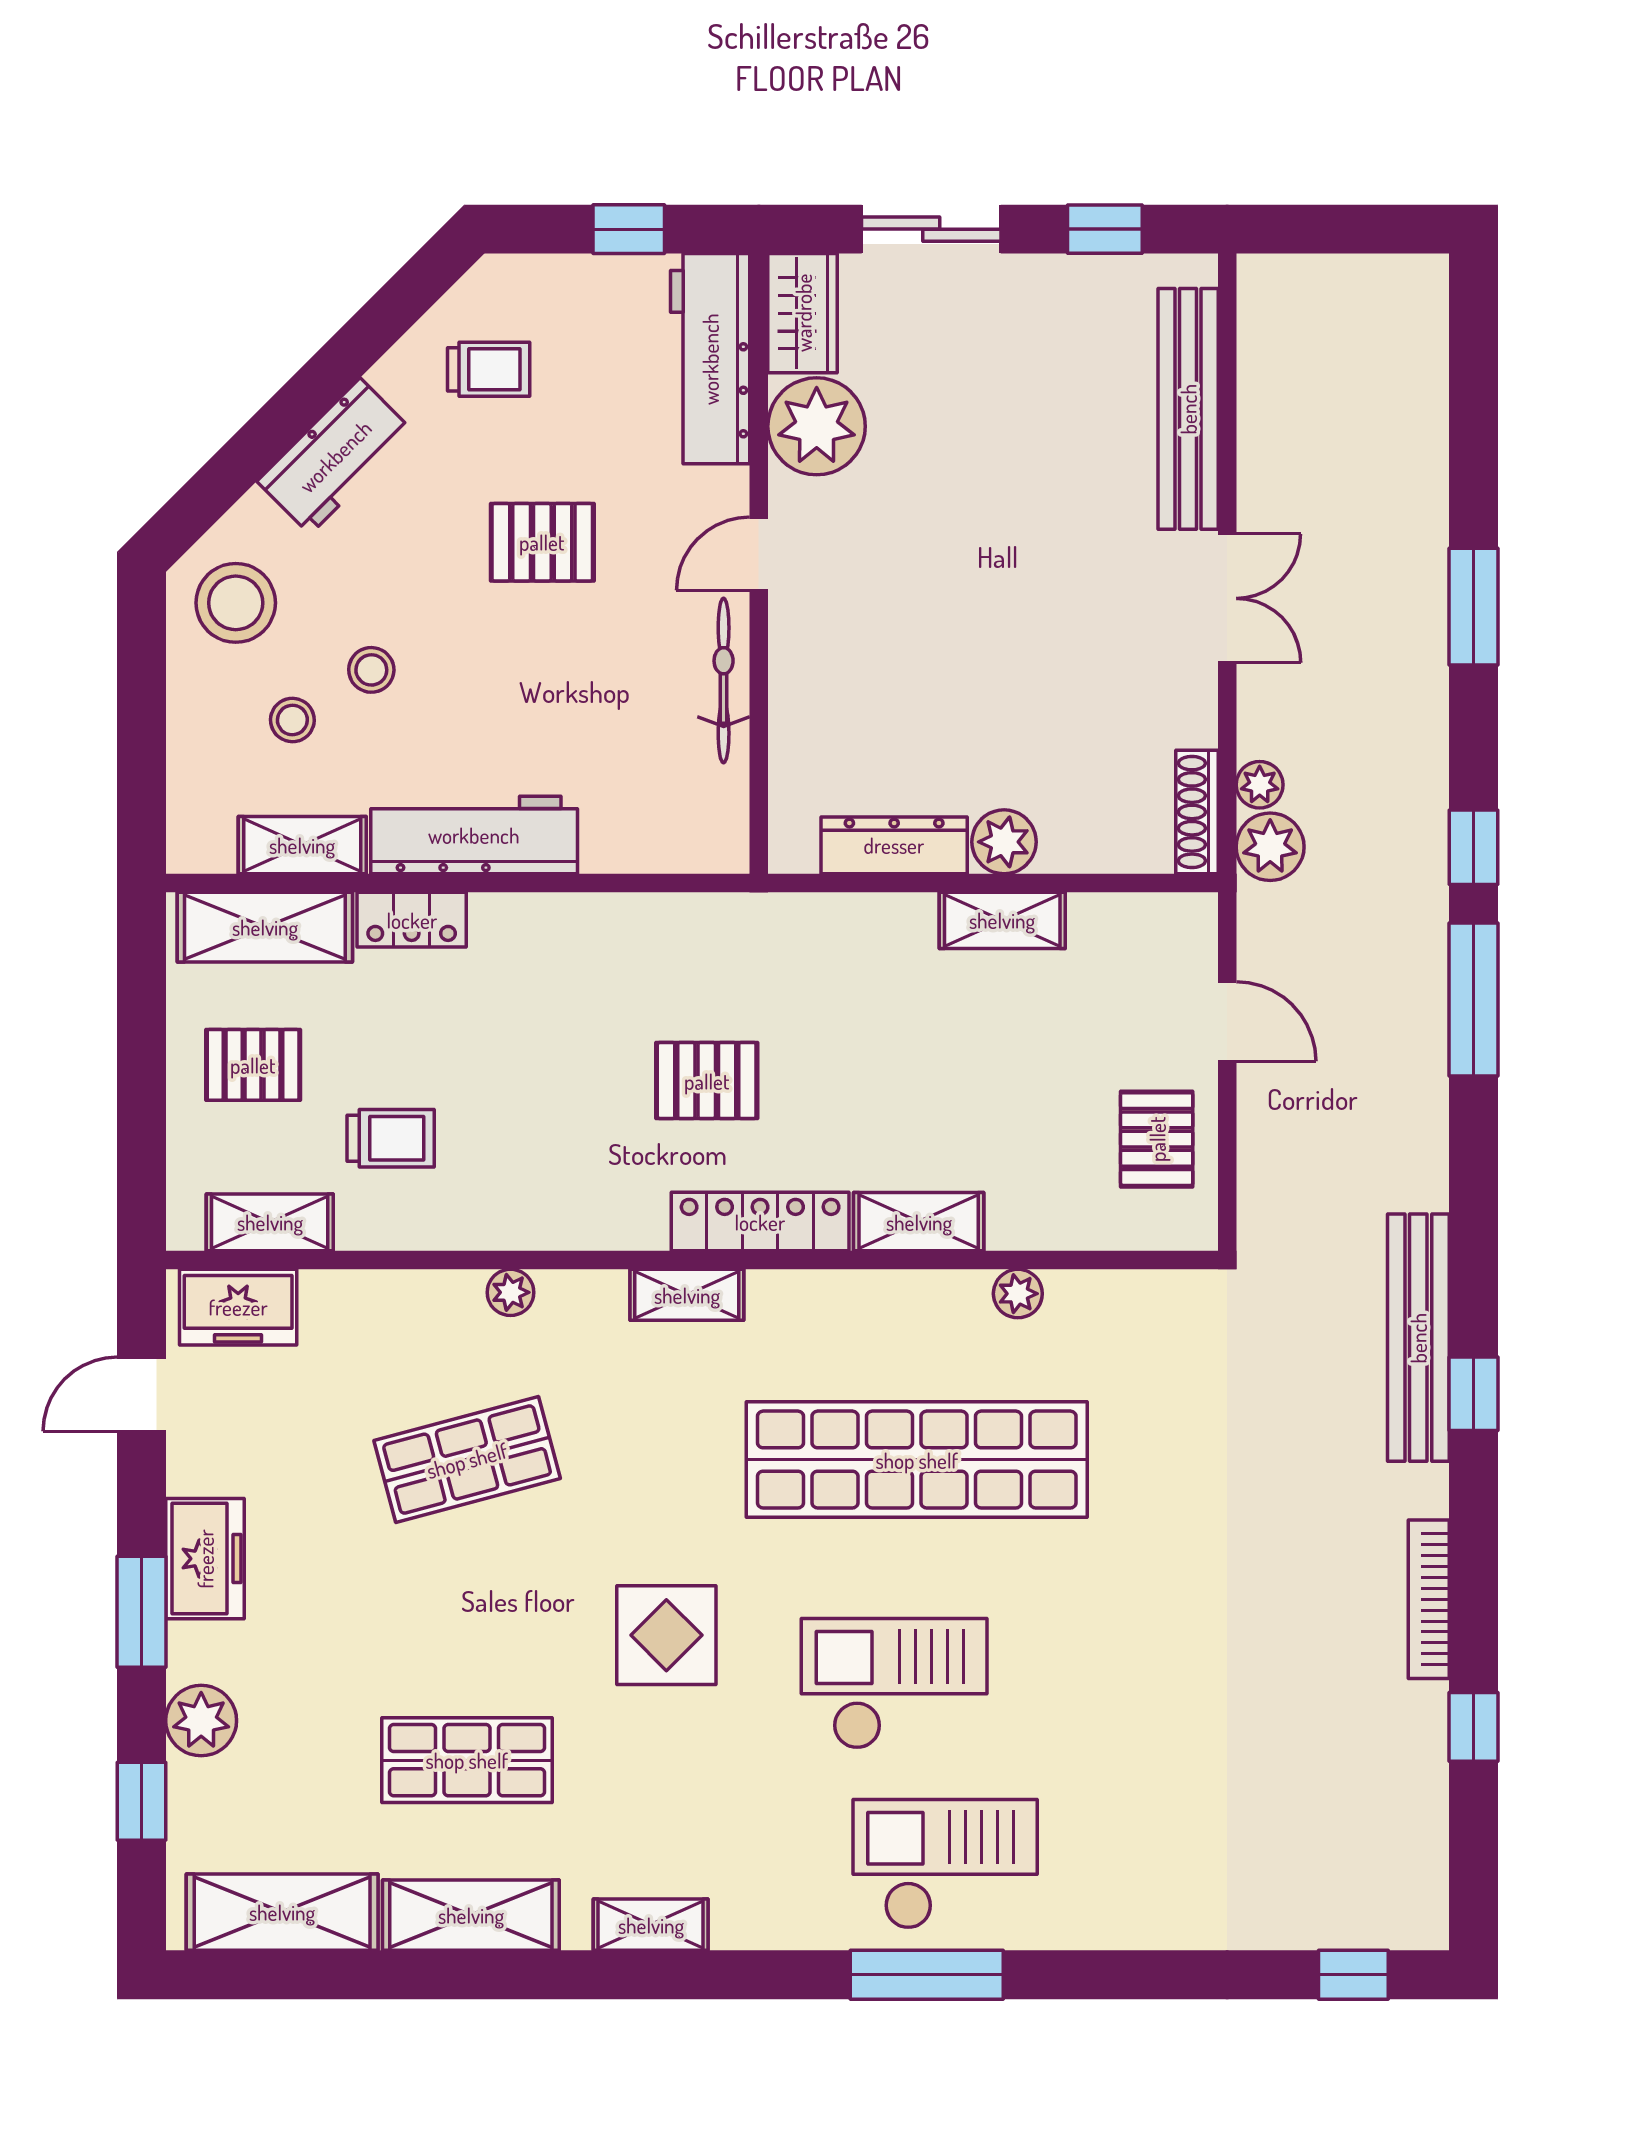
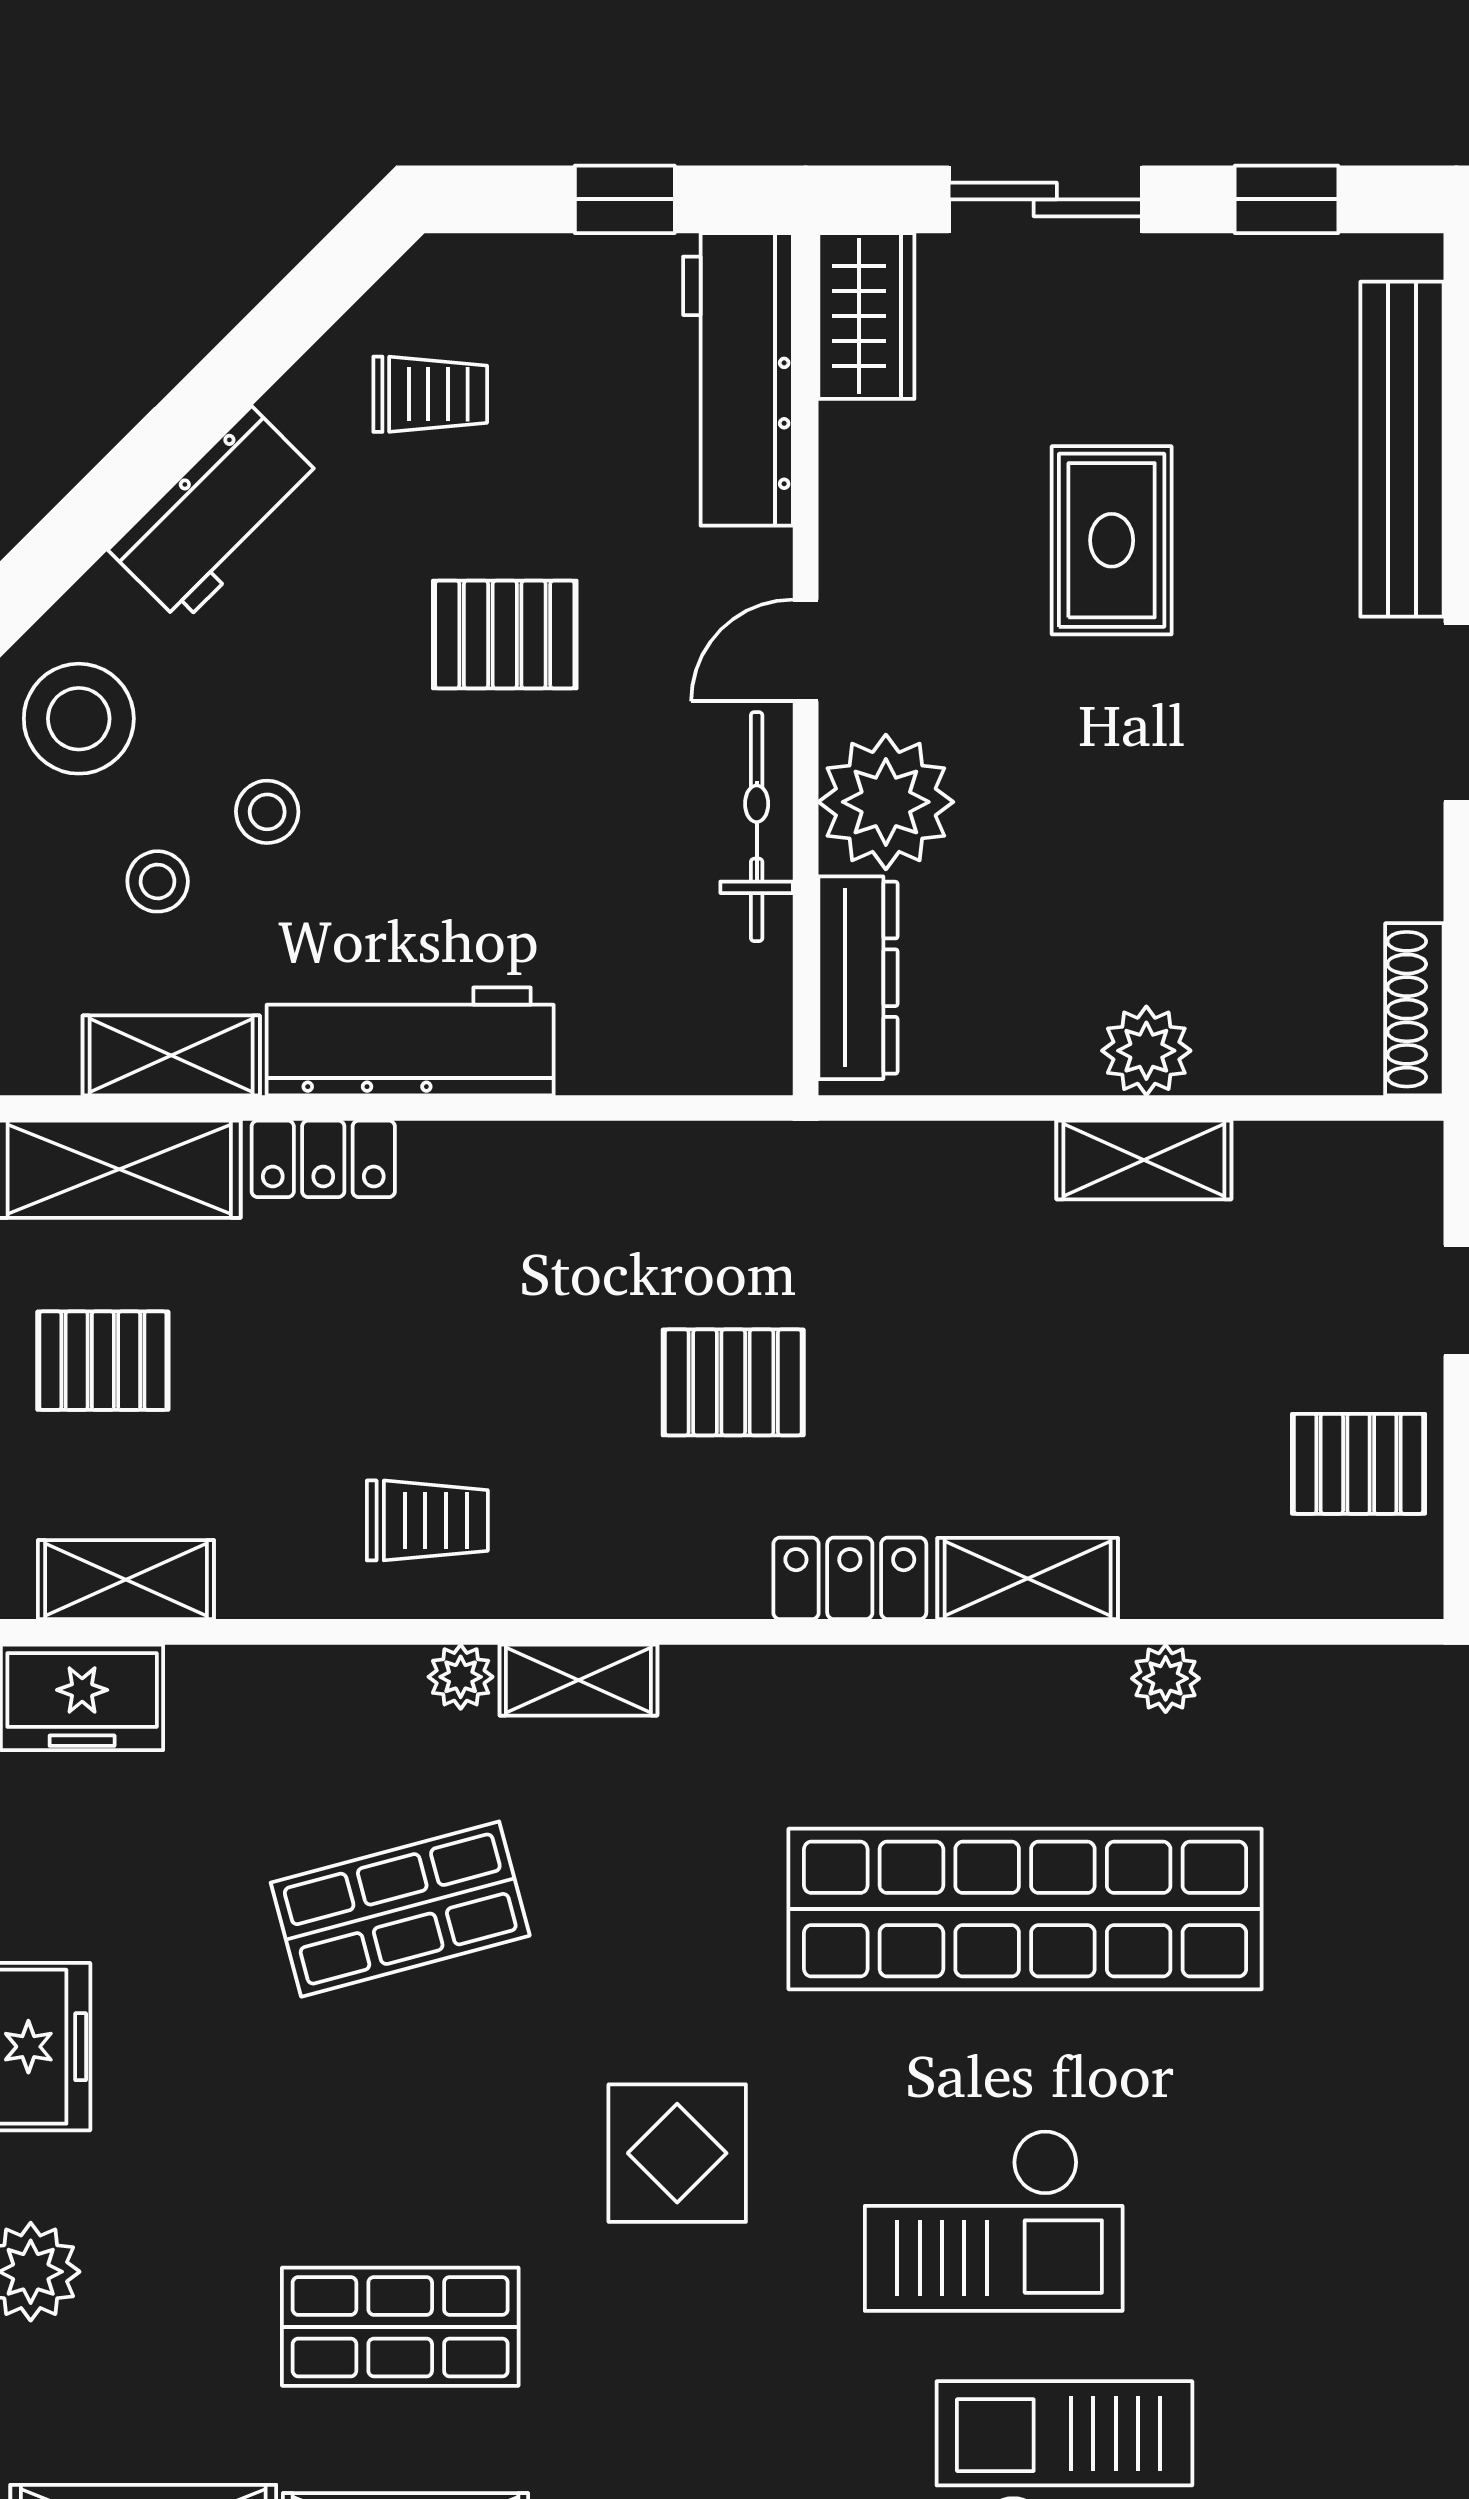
plant: (817, 426) -> (886, 802), moved
rug: (979, 474) -> (1112, 540), added
dresser: (894, 845) -> (858, 978), moved, turned 90
trolley: (391, 1138) -> (427, 1520), moved
pallet: (1157, 1139) -> (1359, 1464), turned 90
locker: (760, 1222) -> (850, 1578), width x0.66
shelving: (687, 1295) -> (578, 1680), moved
checkout: (894, 1684) -> (994, 2220), turned 180

